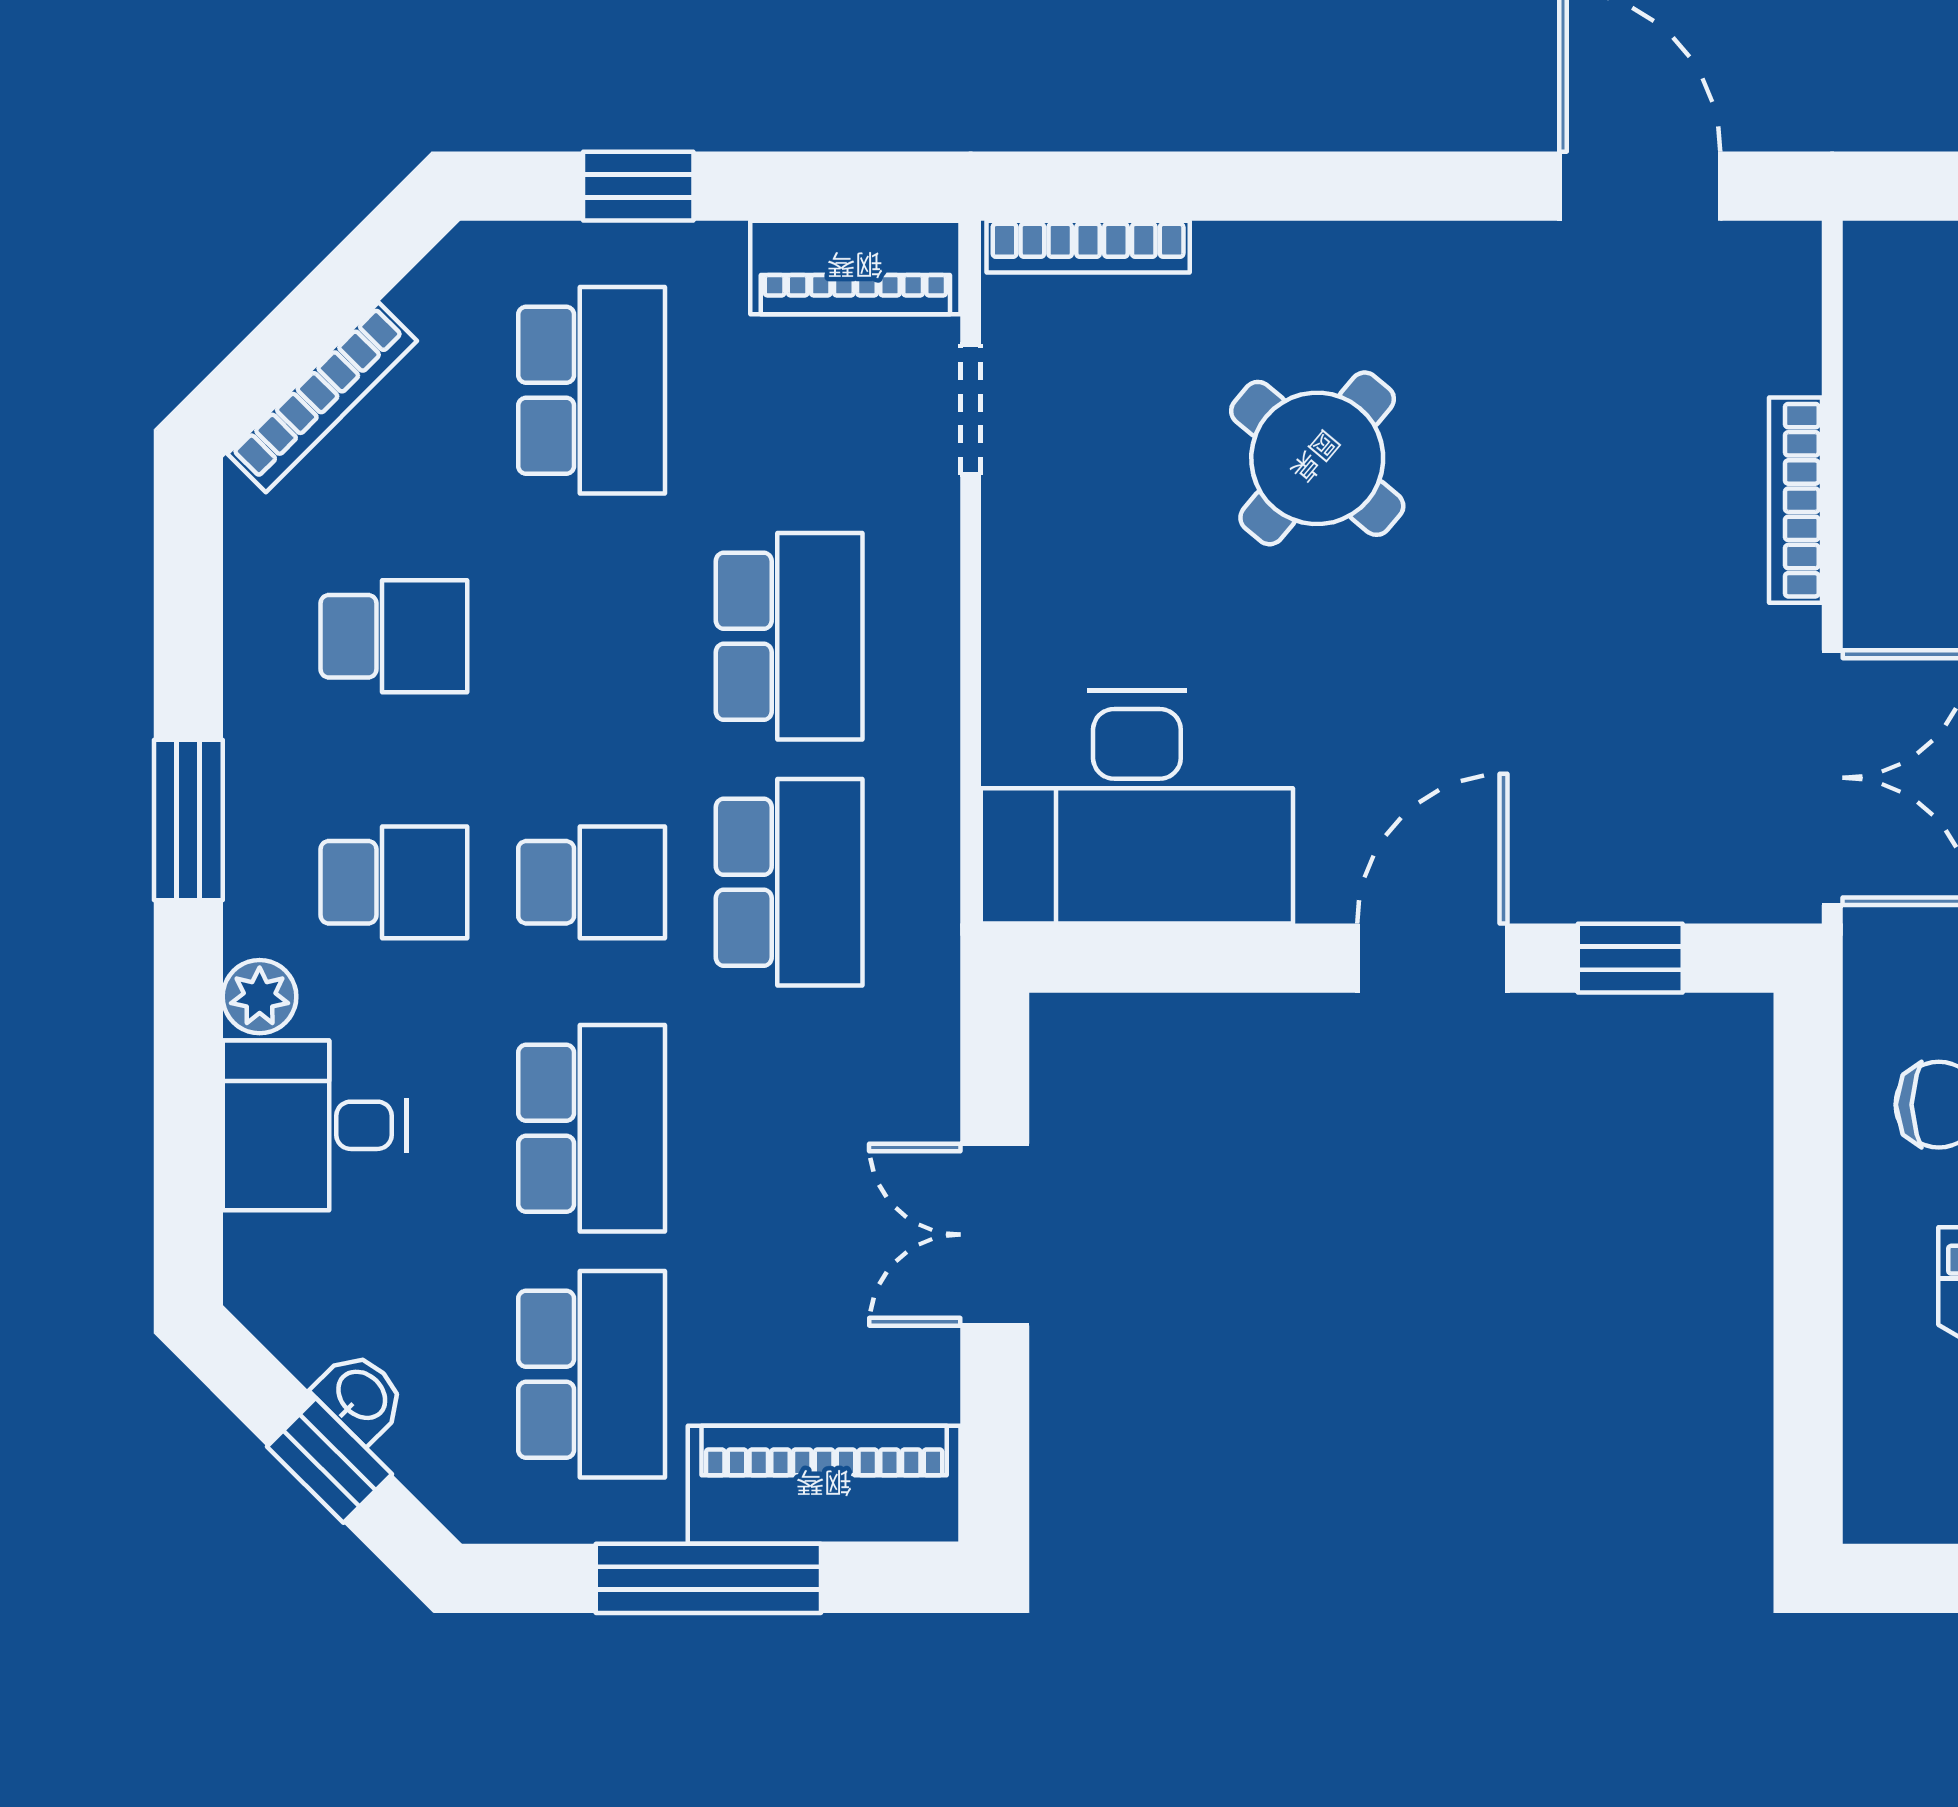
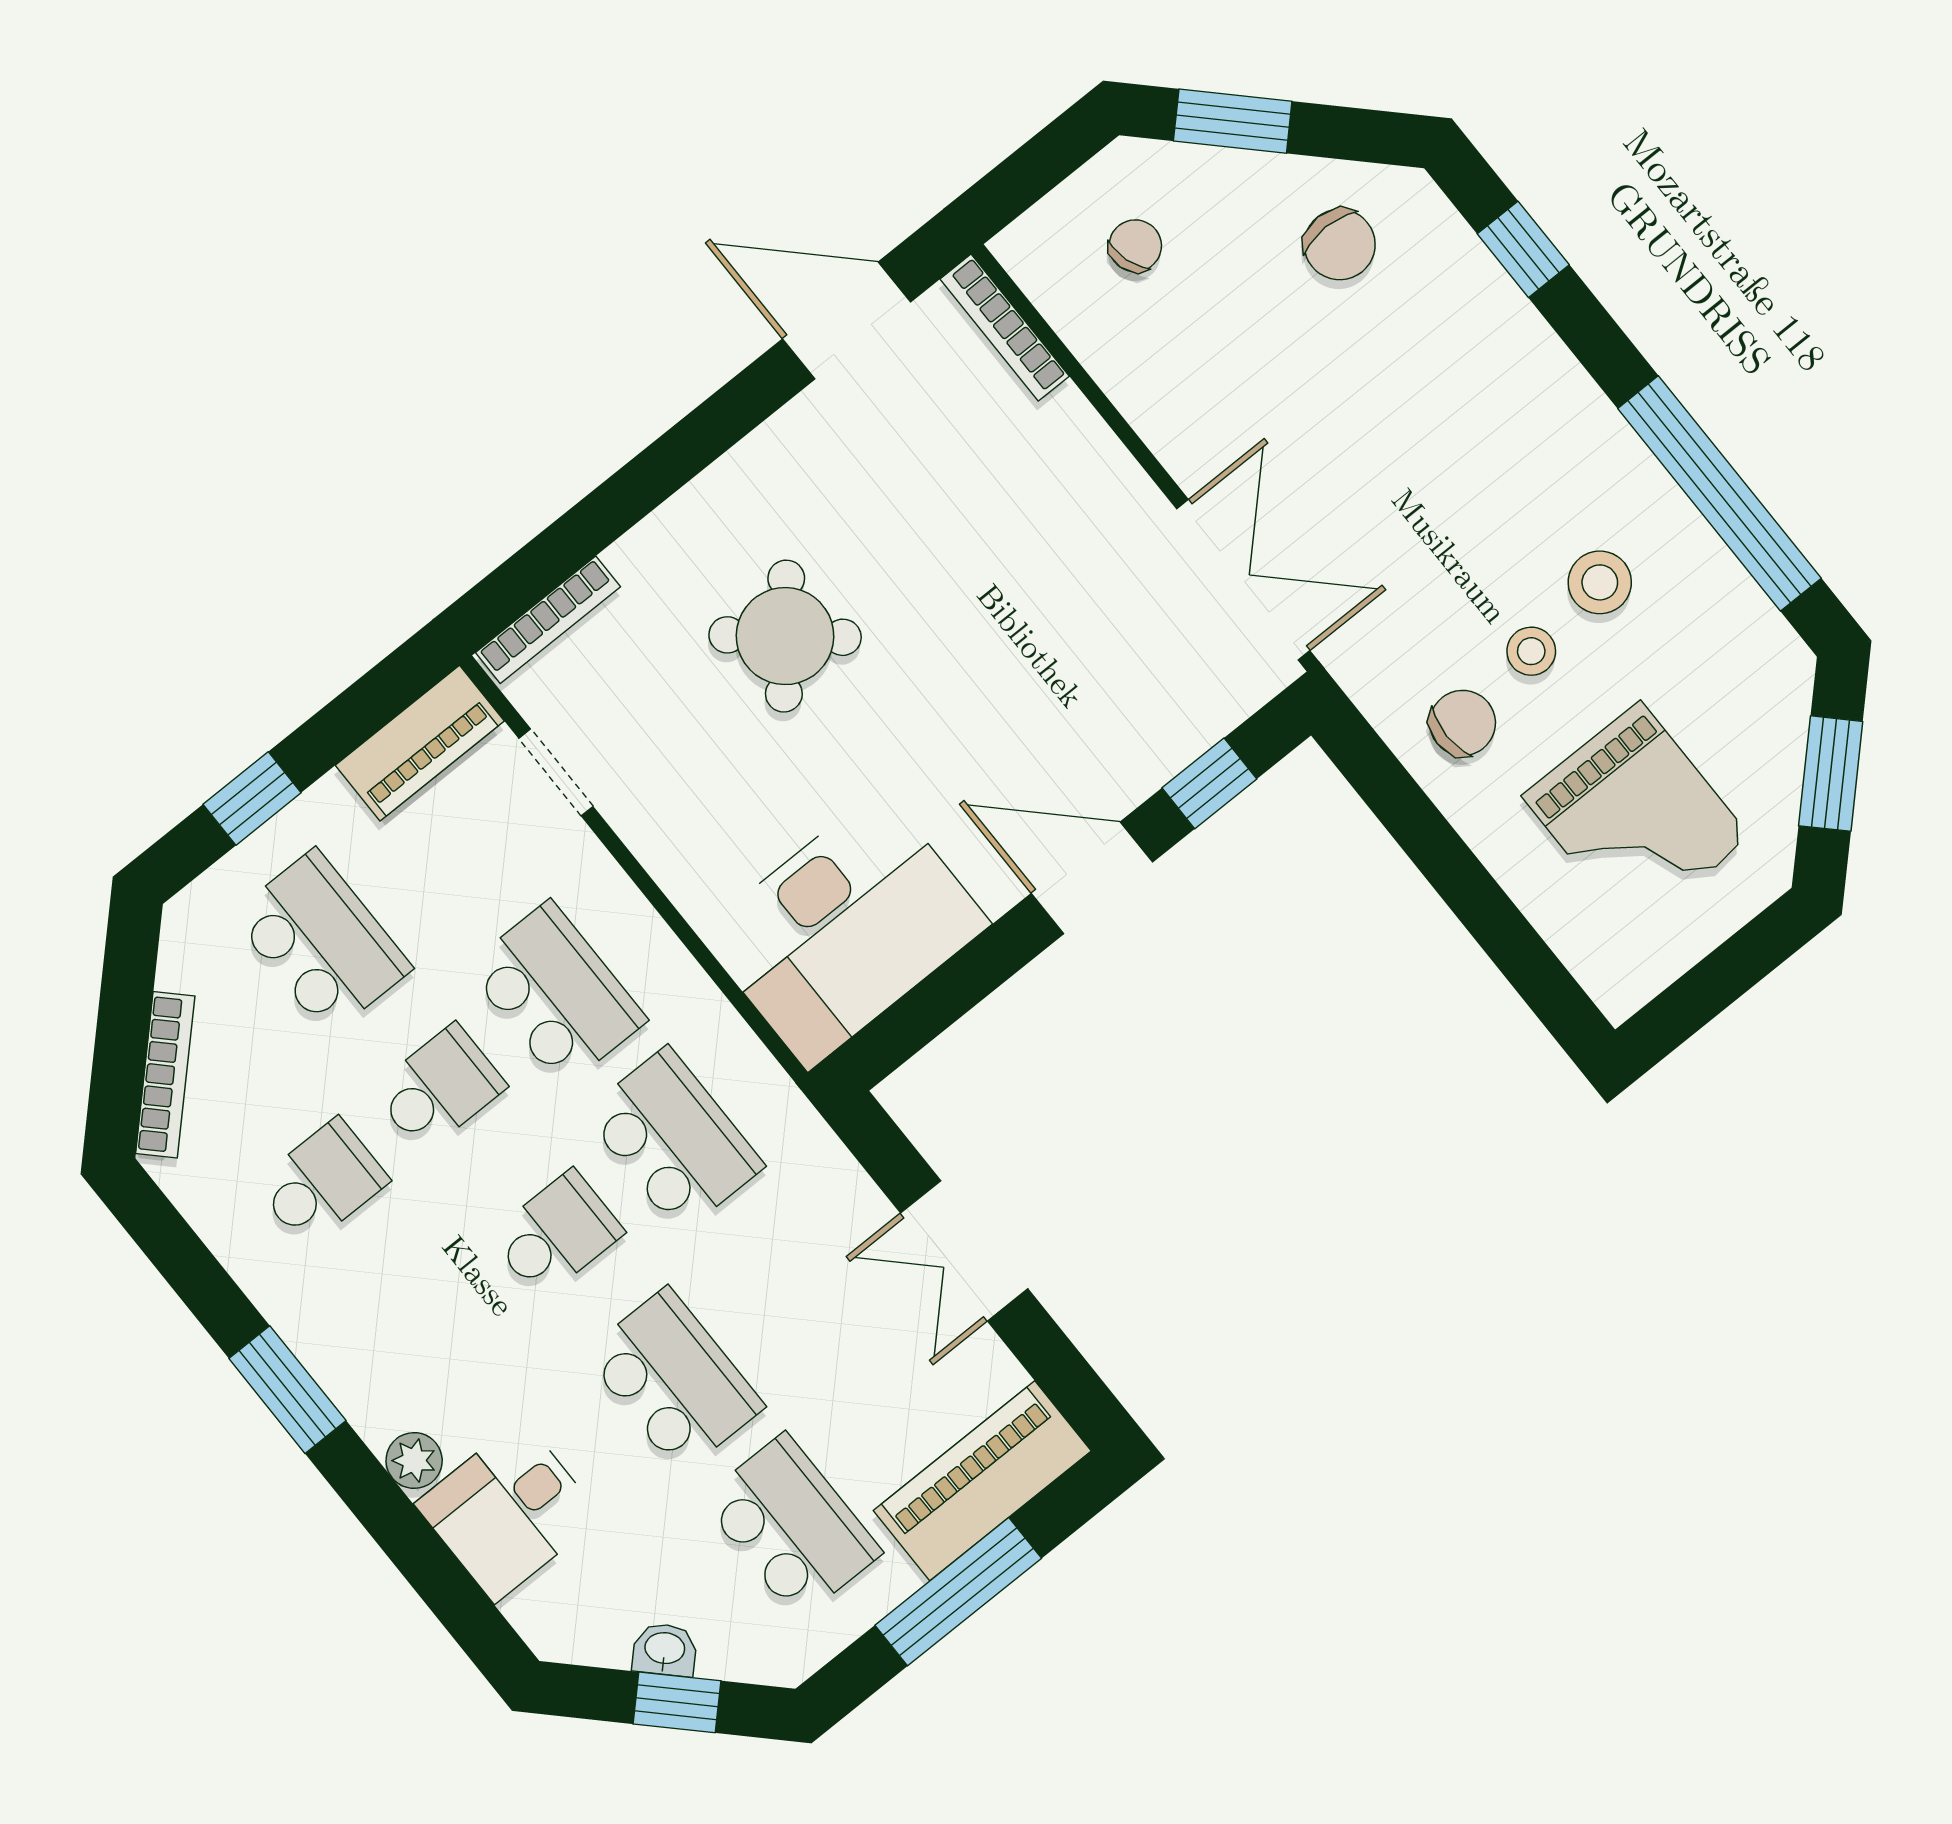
bookcase: (1796, 500) -> (1005, 328), moved
school desk: (394, 882) -> (439, 1088), moved
door: (1432, 958) -> (1092, 878), hinge flipped

